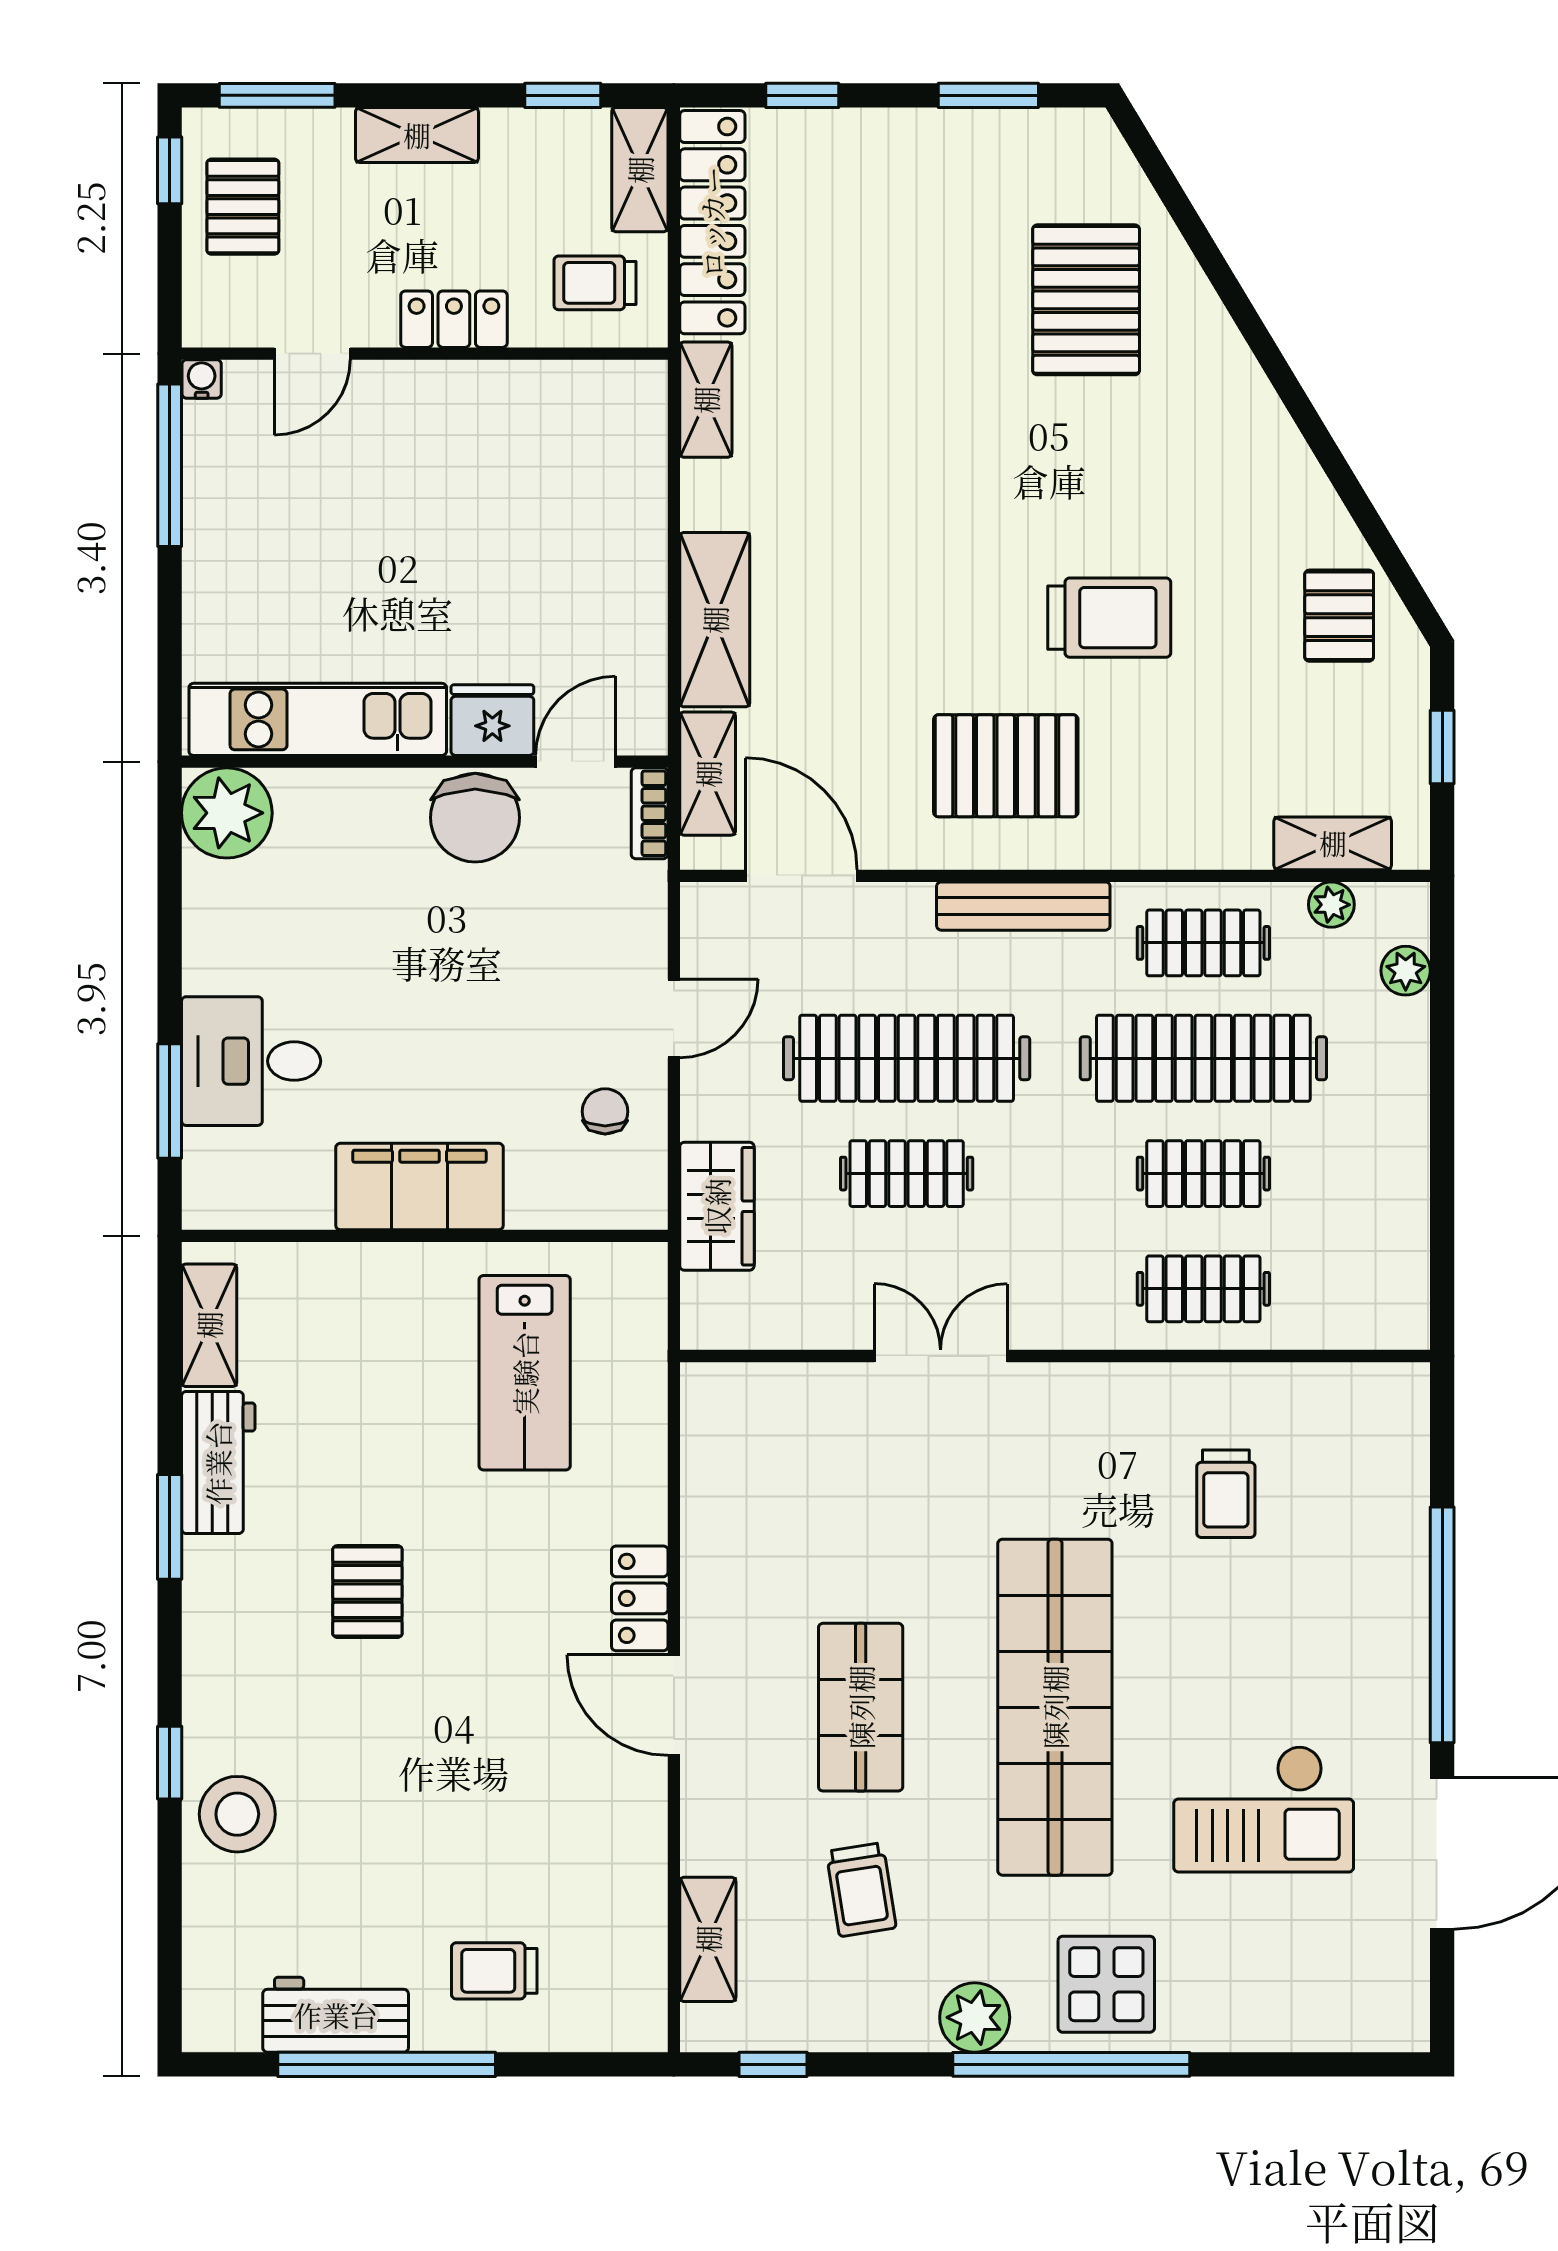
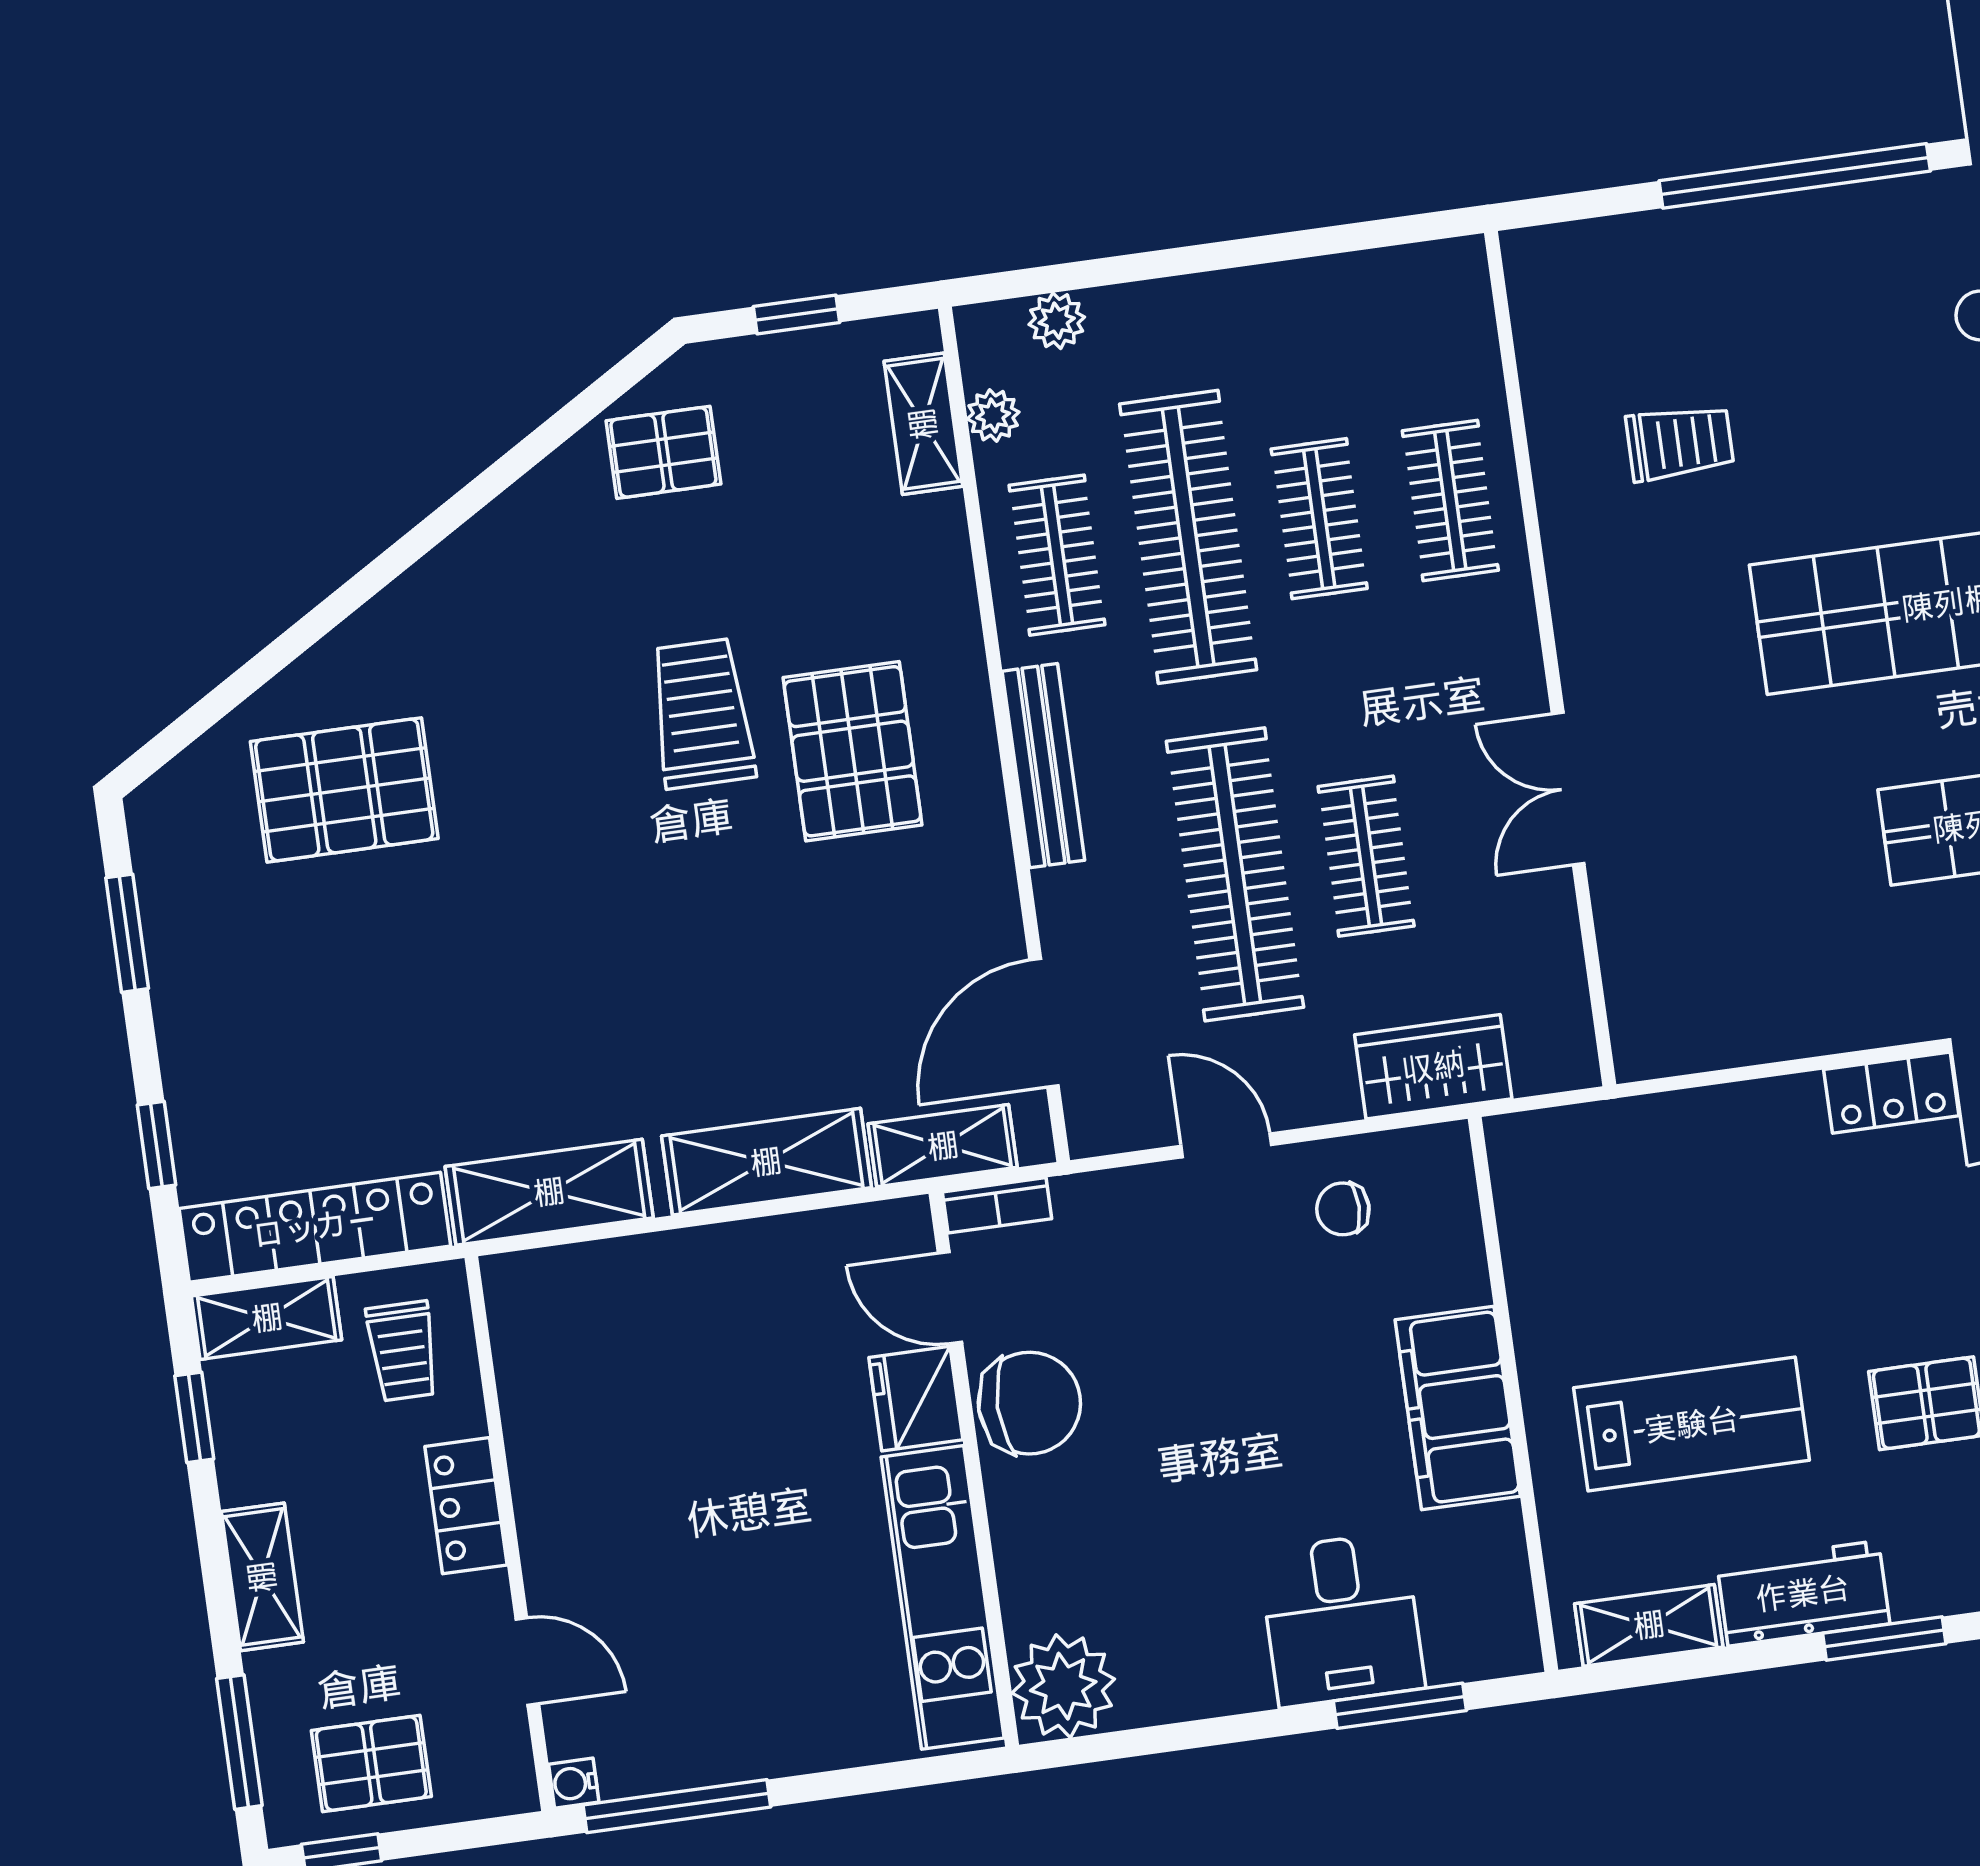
shelving: (706, 400) -> (549, 1192), width x1.50, depth x1.33
pallet: (1006, 766) -> (853, 751), moved
lab bench: (525, 1373) -> (1692, 1424), moved

